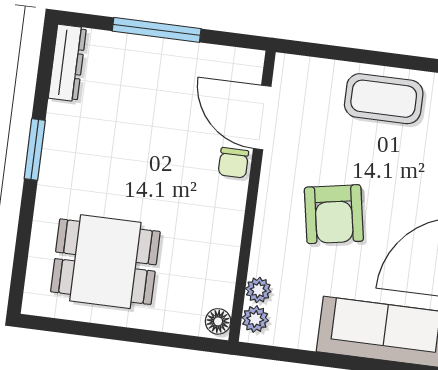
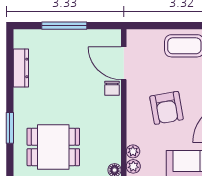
dresser: (67, 63) -> (21, 68), moved
window: (35, 150) -> (10, 128), moved

